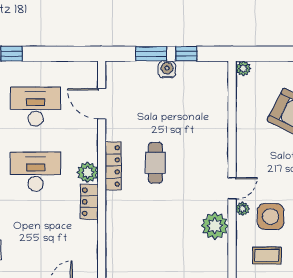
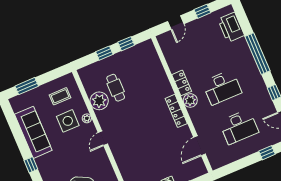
door: (102, 104) -> (199, 146), swing flipped
cafe table: (155, 163) -> (116, 88), moved
door: (232, 188) -> (103, 138), moved

